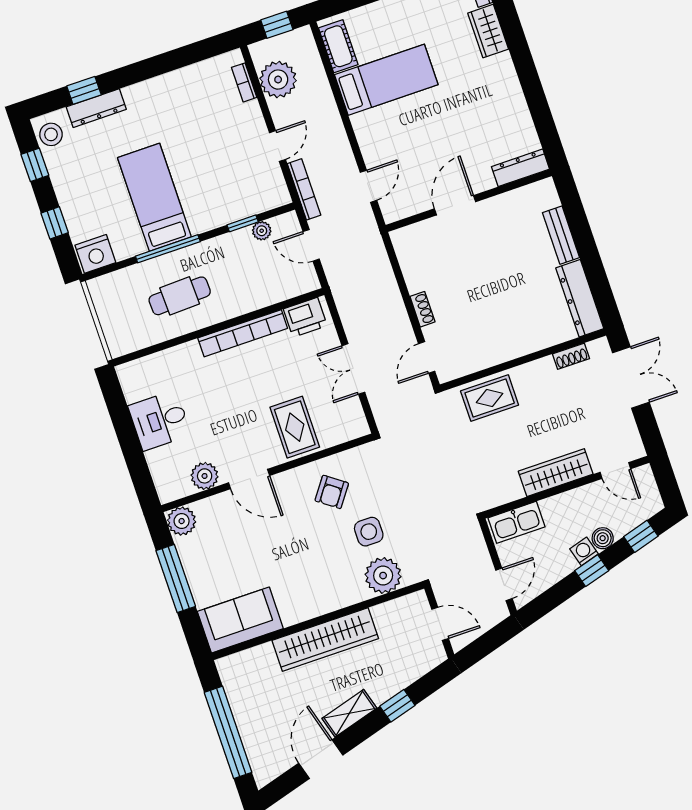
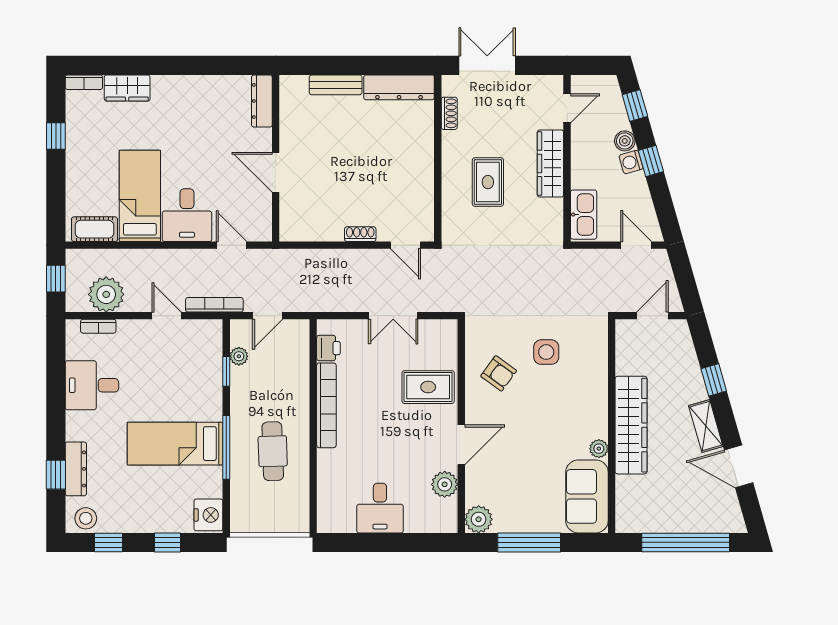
desk: (184, 96) -> (92, 385), added
desk: (383, 132) -> (187, 215), added
printer: (305, 317) -> (328, 348), width x0.73, depth x0.81
rug: (490, 398) -> (488, 182), moved
plant: (383, 576) -> (599, 449), moved, width x0.53, depth x0.53

